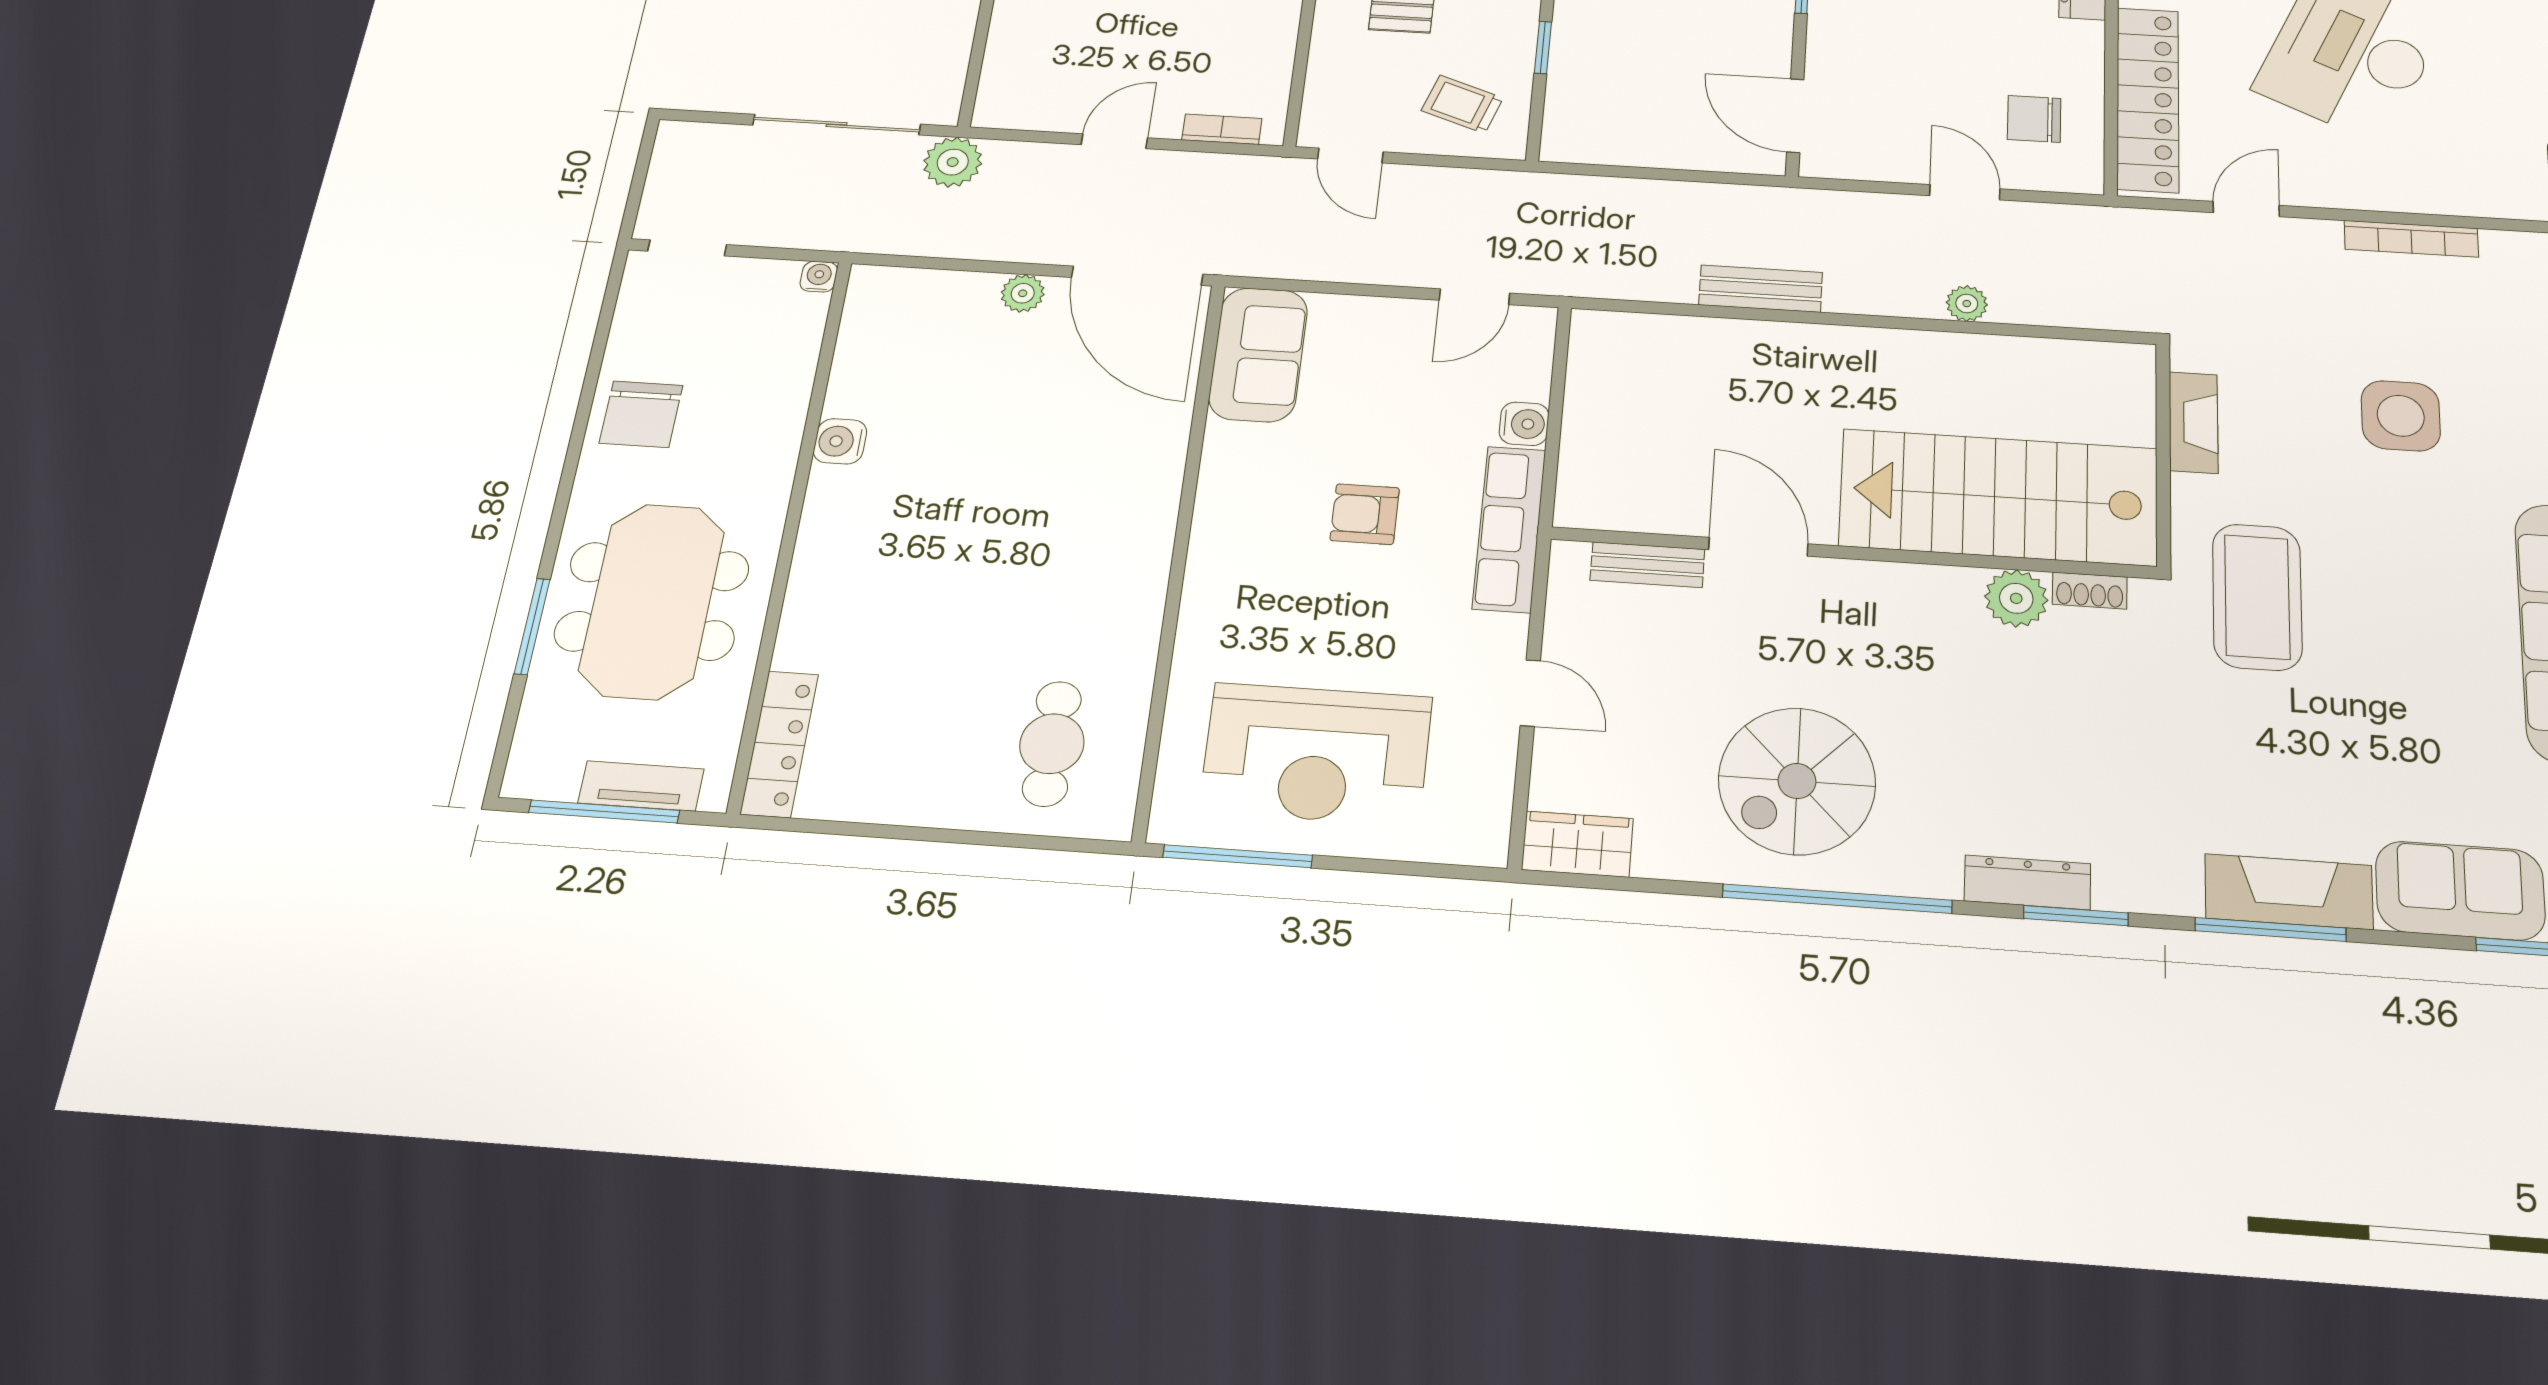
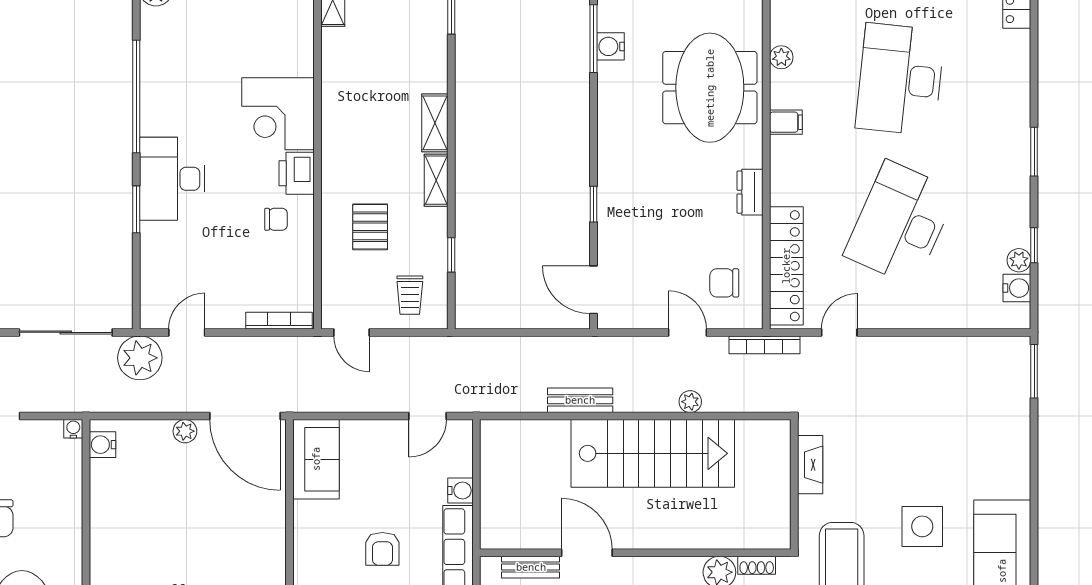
trolley: (1462, 104) -> (410, 295), turned -109
bookcase: (1222, 129) -> (279, 321), width x1.56
door: (1114, 141) -> (187, 332), moved
plant: (953, 162) -> (140, 358), width x1.36, depth x1.36
bookcase: (2411, 239) -> (765, 345), moved
side table: (2401, 416) -> (922, 526), moved
water cooler: (840, 441) -> (102, 445), moved
stairs: (1999, 497) -> (653, 453), moved, turned 180
armchair: (1365, 514) -> (382, 549), turned -90

